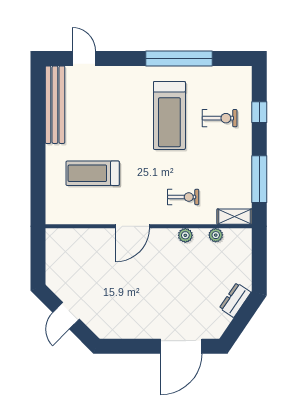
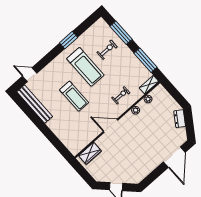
window: (179, 58) -> (69, 40), width x0.47
window: (259, 112) -> (121, 33), width x2.17
treadmill: (93, 173) -> (74, 96), moved, turned -90
door: (132, 226) -> (111, 126), swing flipped
wardrobe: (71, 239) -> (90, 153), added

